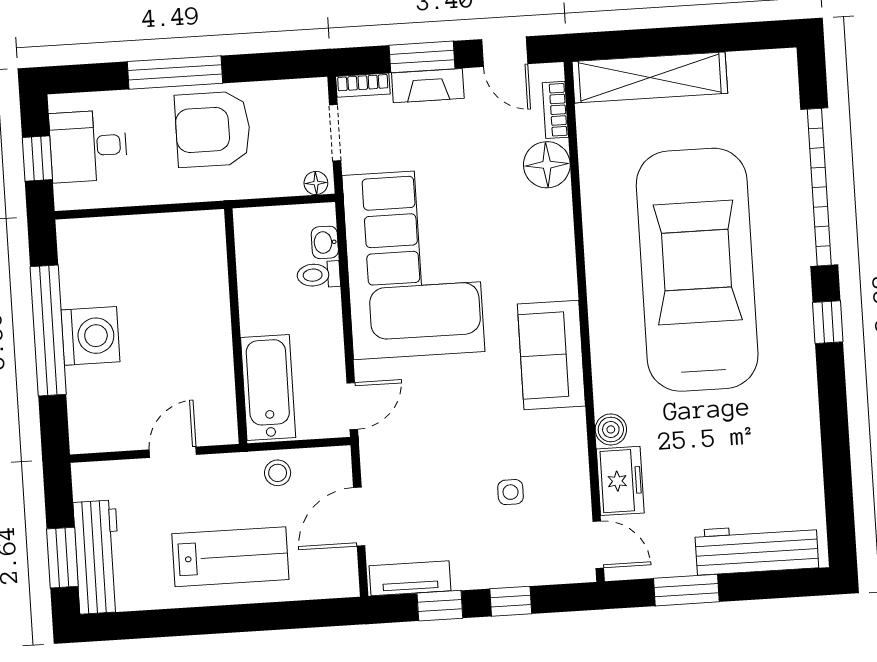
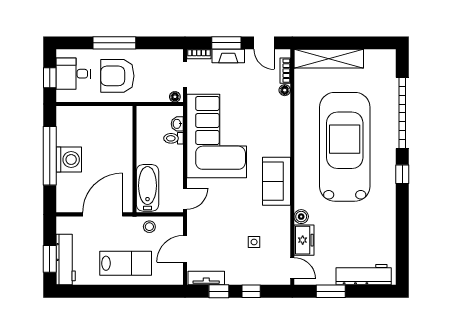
armchair: (213, 129) -> (117, 76), moved
floor lamp: (547, 165) -> (285, 90), width x0.53, depth x0.53
door: (173, 452) -> (103, 214), width x1.88

